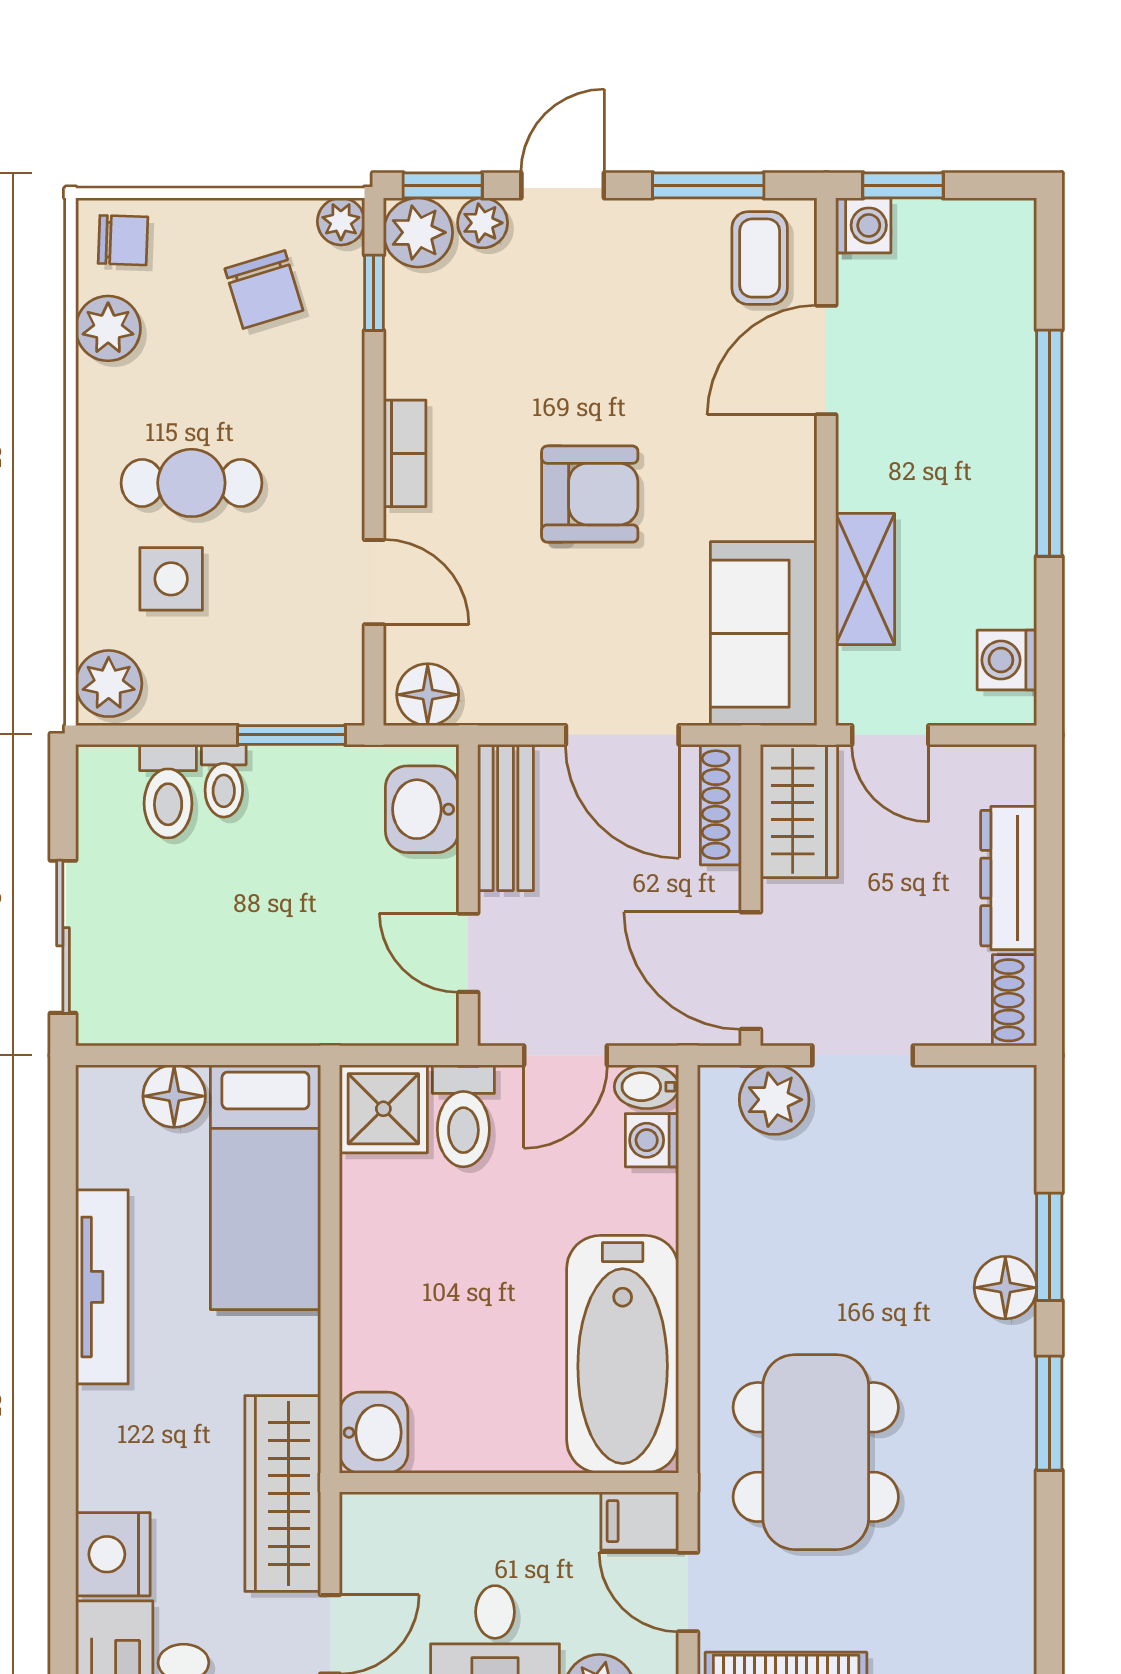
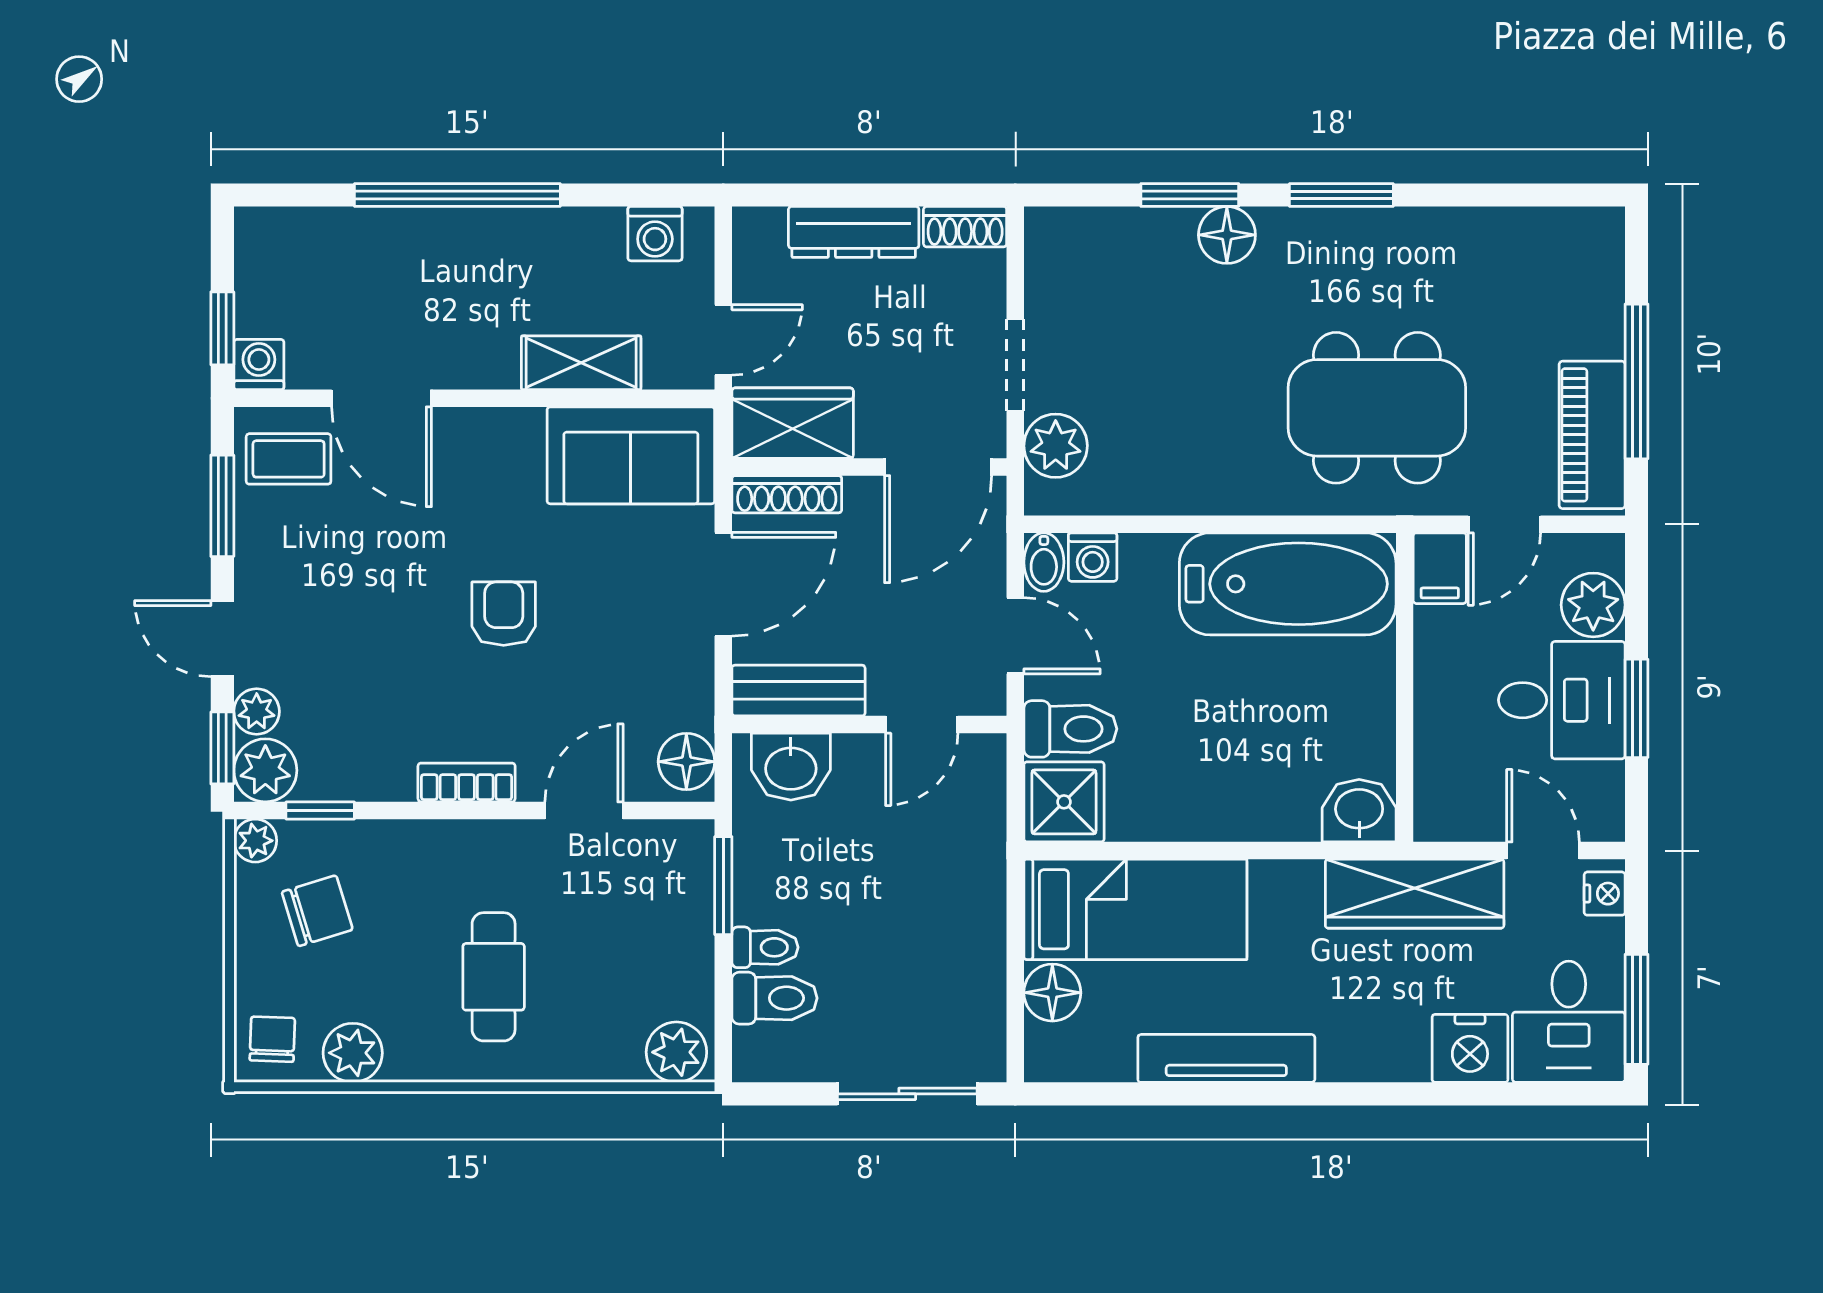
armchair: (590, 494) -> (504, 614), width x0.72, depth x0.72
side table: (171, 579) -> (581, 995), removed

